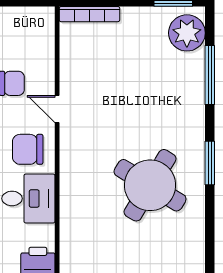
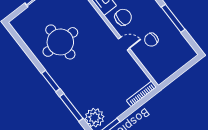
window: (210, 163) -> (51, 81), moved
round table: (150, 185) -> (60, 42), turned -31

